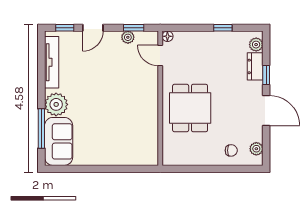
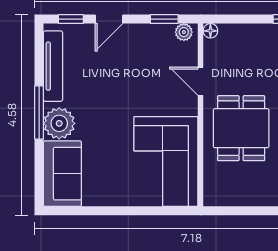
plant: (128, 37) -> (184, 32), moved
door: (160, 56) -> (201, 81), moved
window: (41, 129) -> (39, 112), moved
corner sofa: (135, 133) -> (166, 162), added

